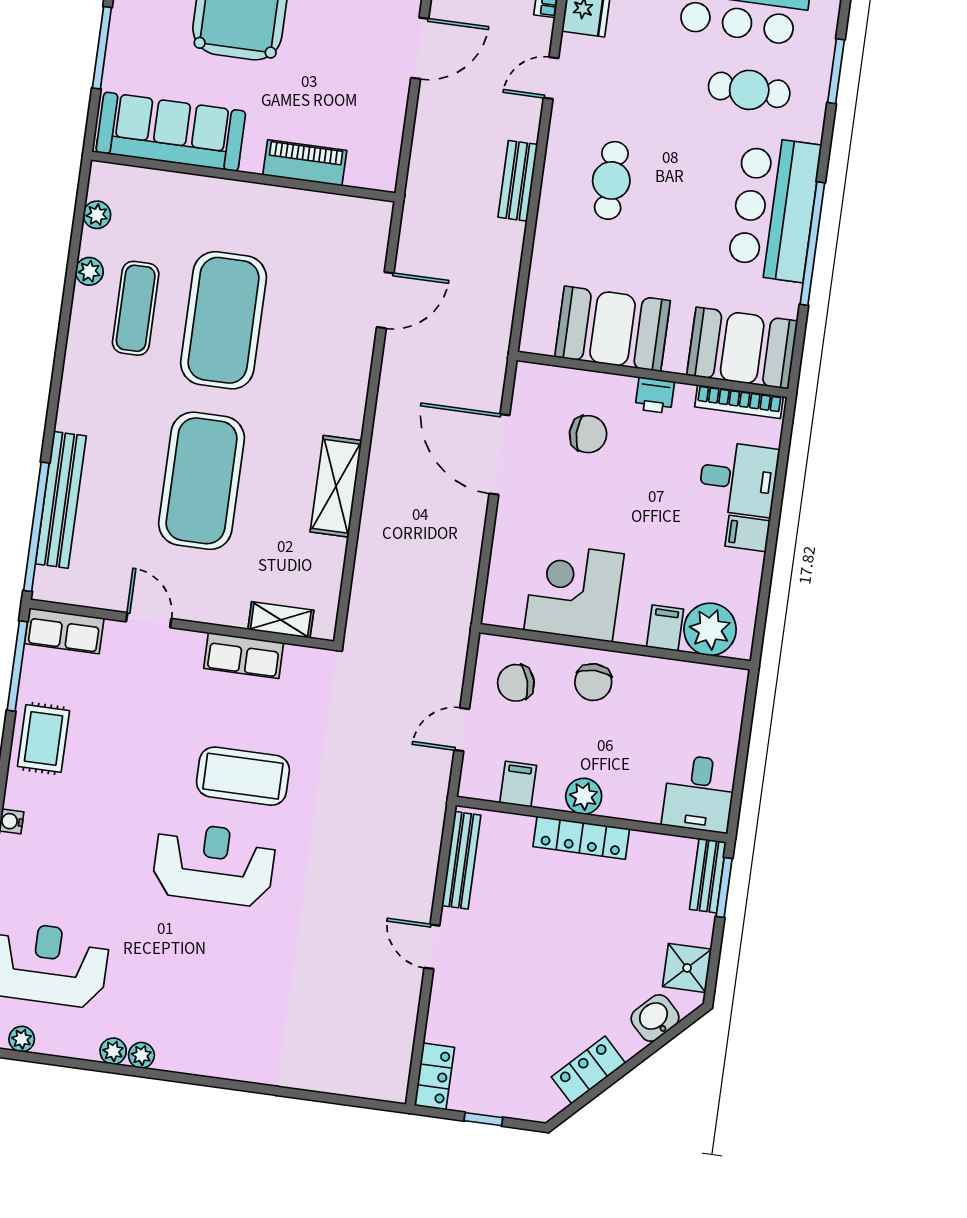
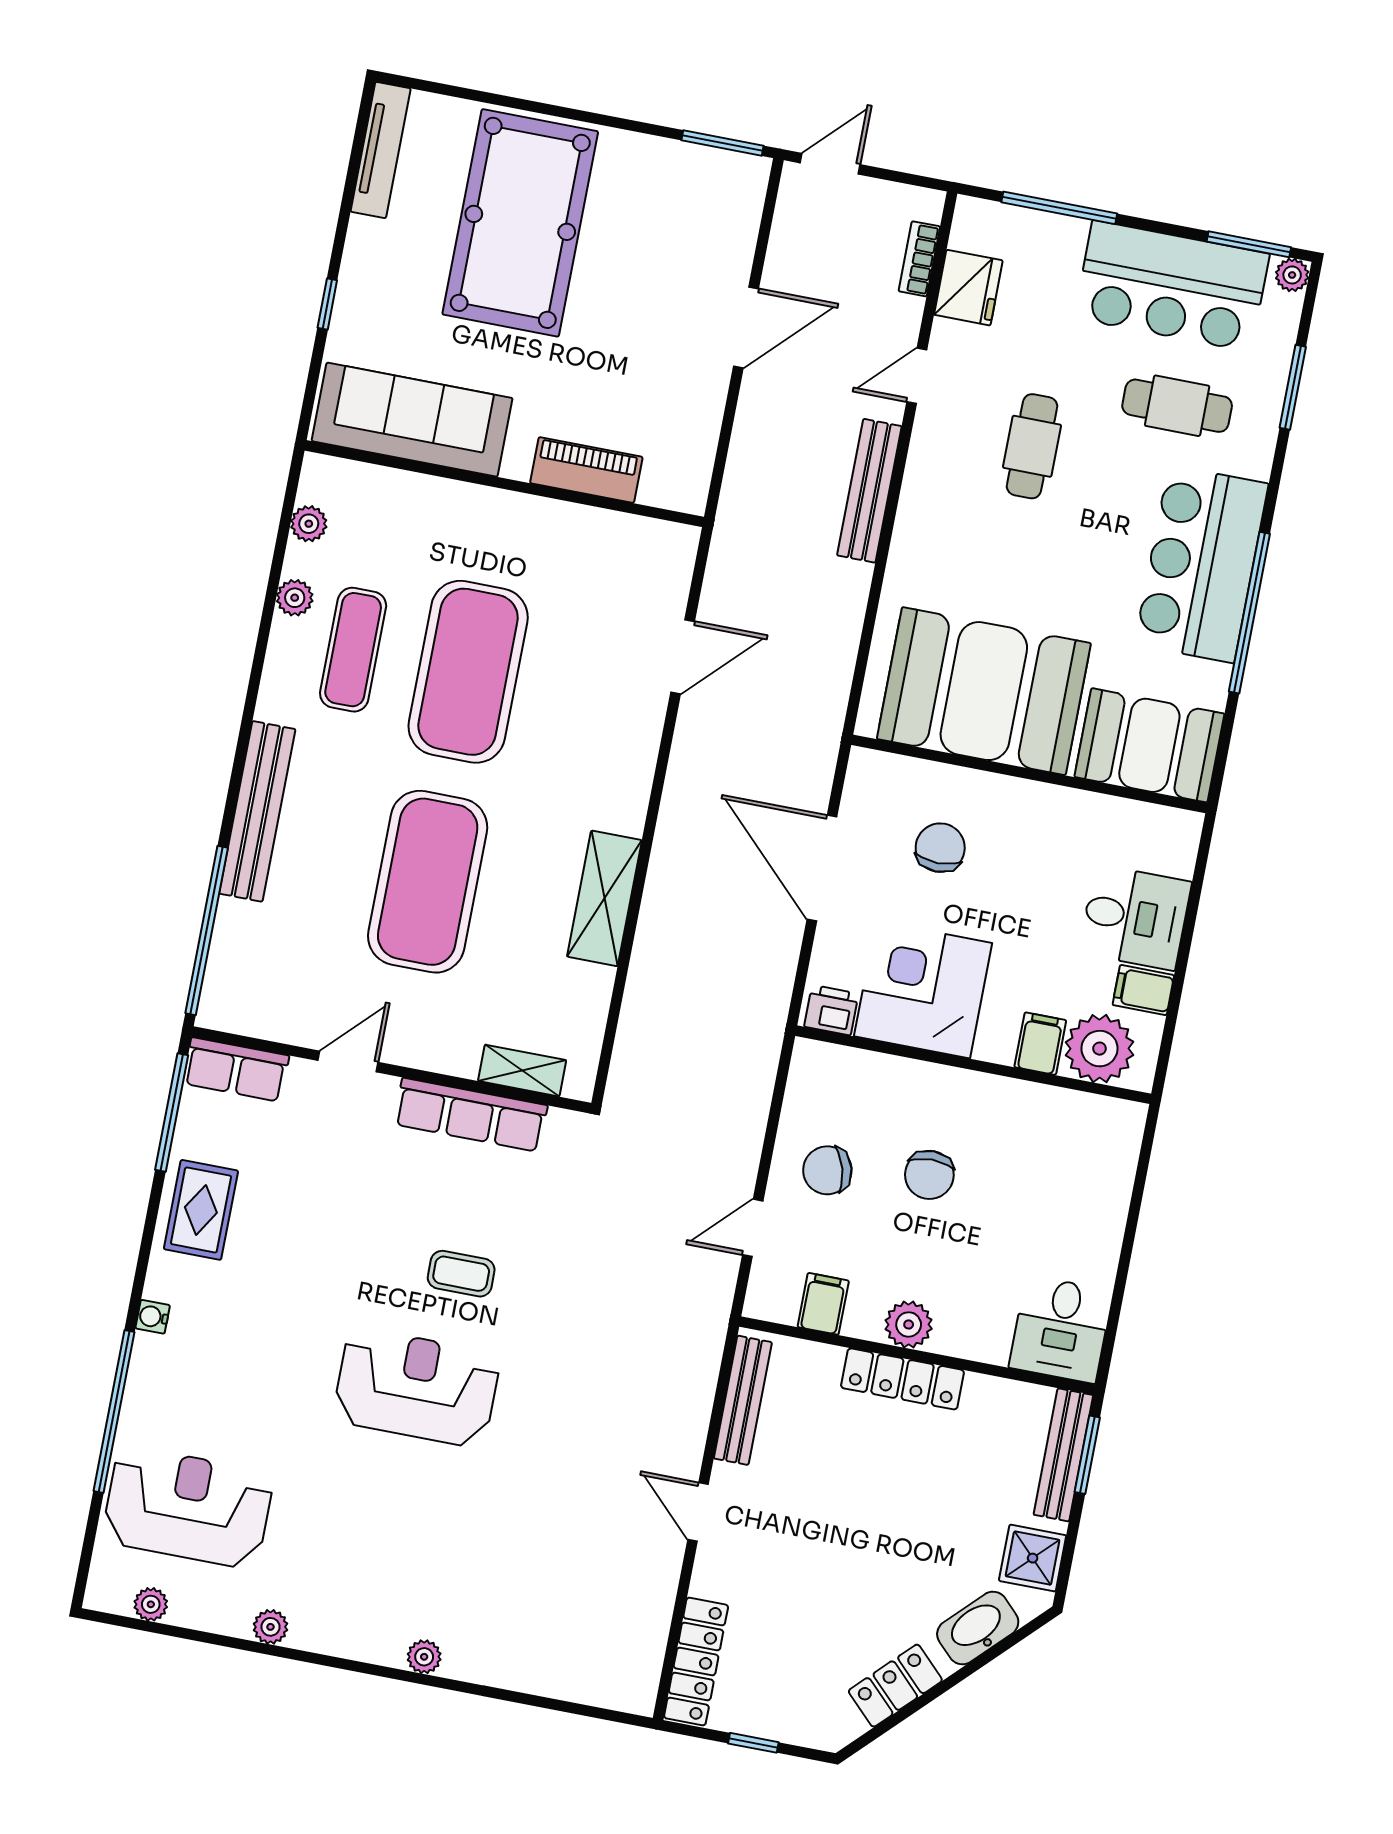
window: (102, 48) -> (327, 304), width x0.46
cafe table: (611, 180) -> (1032, 446), moved
bench: (518, 181) -> (869, 491), width x1.36
booth: (613, 329) -> (984, 691), width x1.36, depth x1.42
printer: (655, 395) -> (831, 1010), moved, turned 180
bookcase: (739, 402) -> (1141, 816), removed
chair: (588, 434) -> (940, 848), turned -90
bench: (61, 500) -> (257, 811), moved
corner desk: (574, 592) -> (923, 990), moved
door: (149, 620) -> (348, 1061), hinge flipped
filing cabinet: (665, 628) -> (1040, 1044), moved
plant: (710, 629) -> (1100, 1049), moved
wall: (615, 647) -> (973, 1065), moved
row of seats: (244, 656) -> (471, 1115), width x1.48
coffee table: (243, 776) -> (461, 1274), width x0.54, depth x0.58
bench: (708, 876) -> (1063, 1455), width x1.36
washbasin: (655, 1018) -> (978, 1628), width x1.38
plant: (141, 1055) -> (424, 1657), moved
locker: (434, 1076) -> (696, 1662), width x1.53

